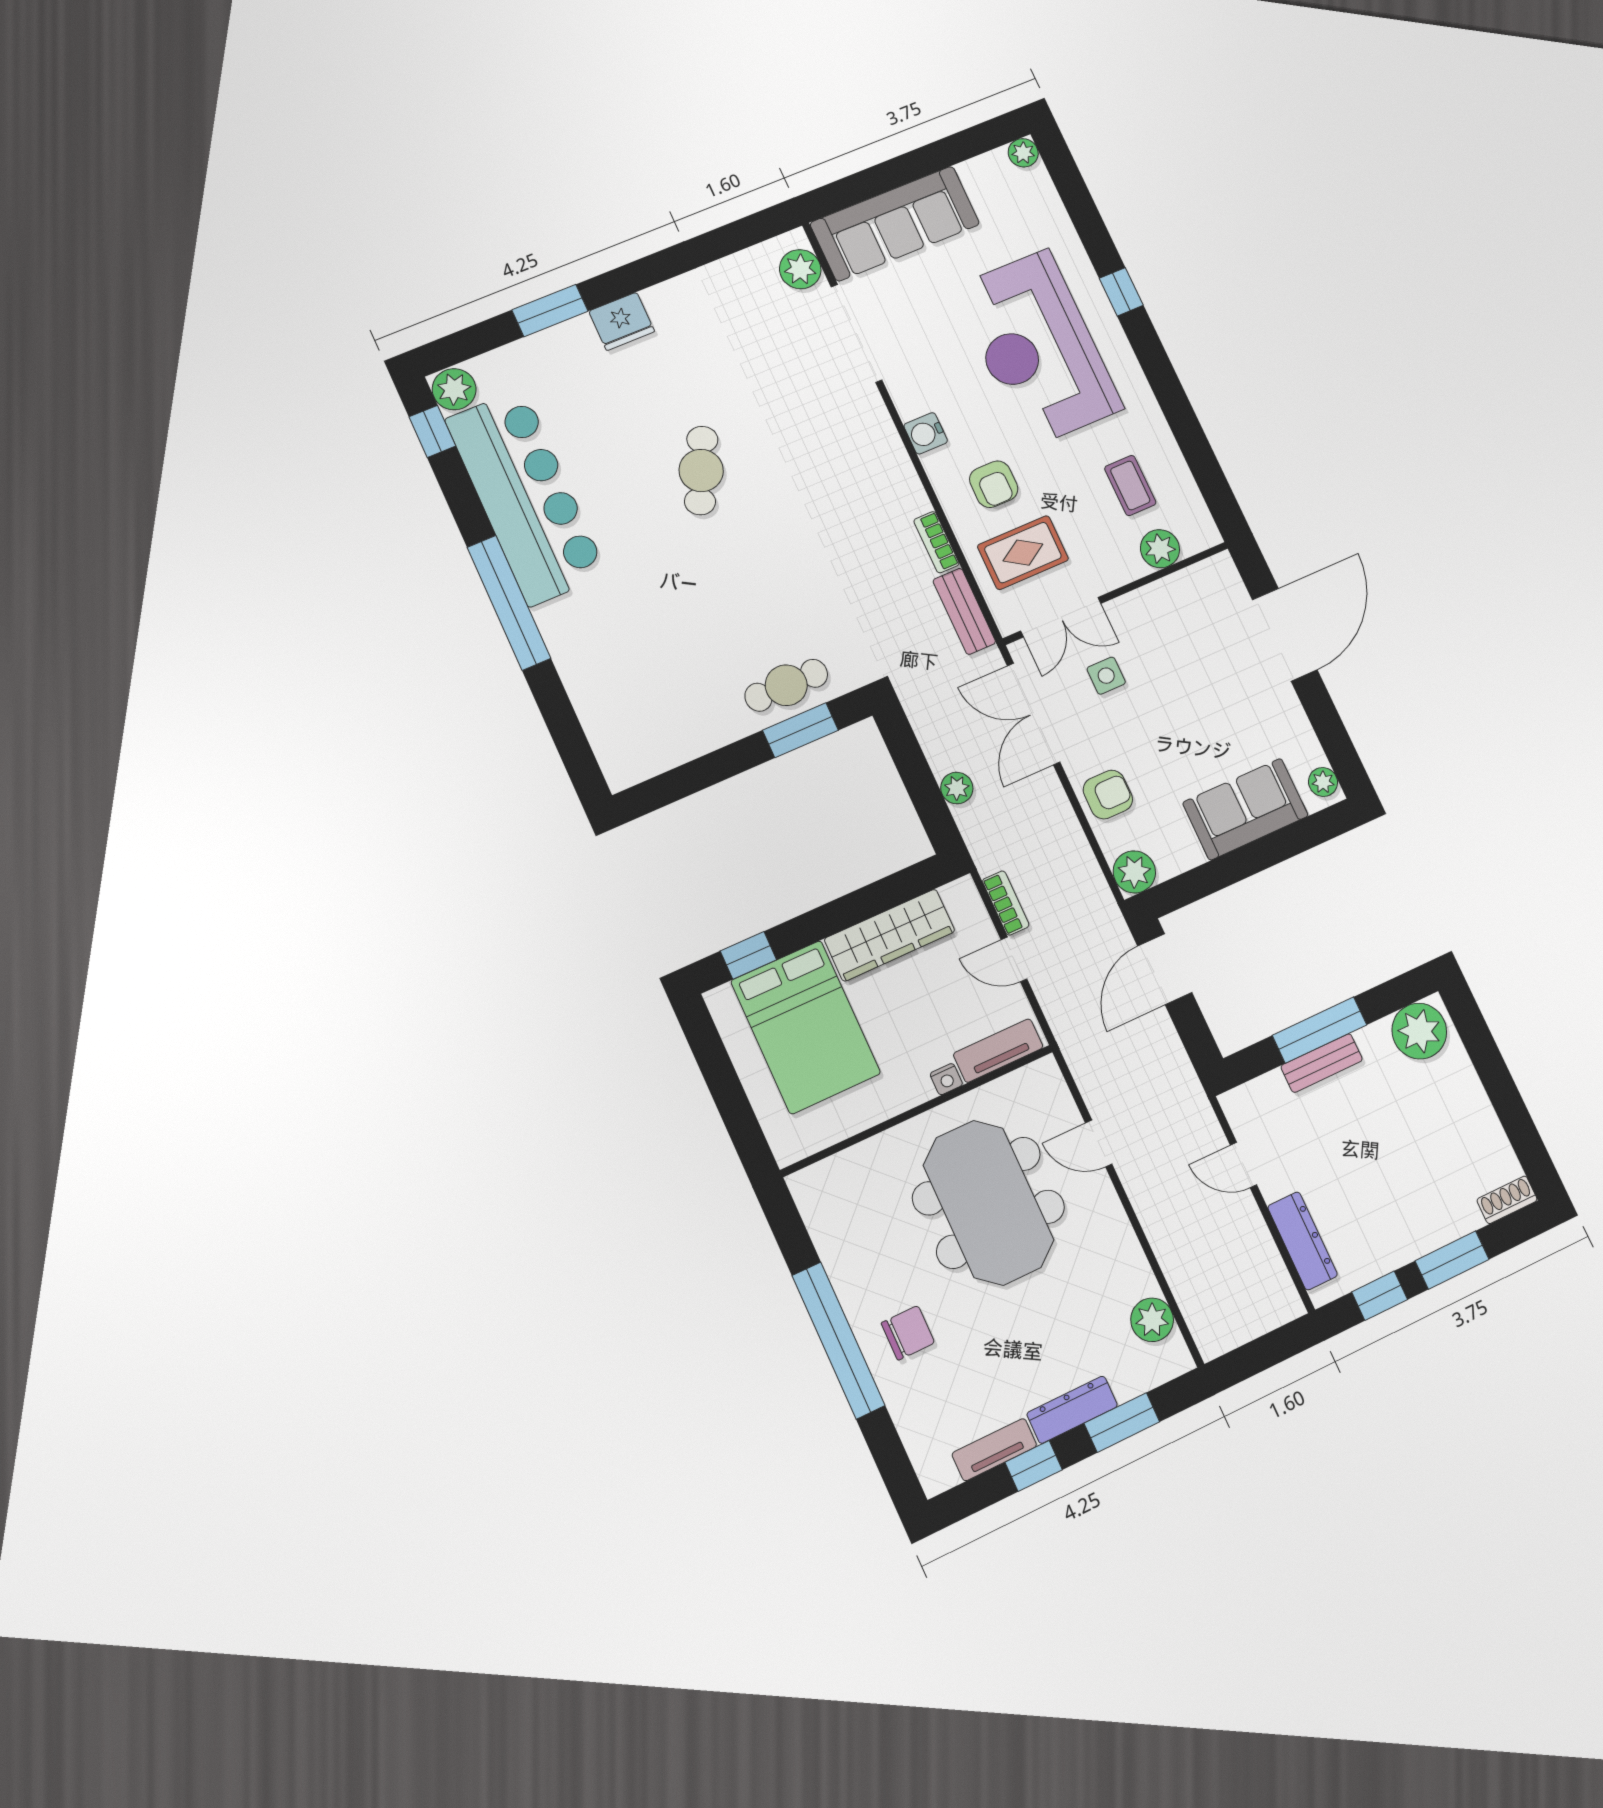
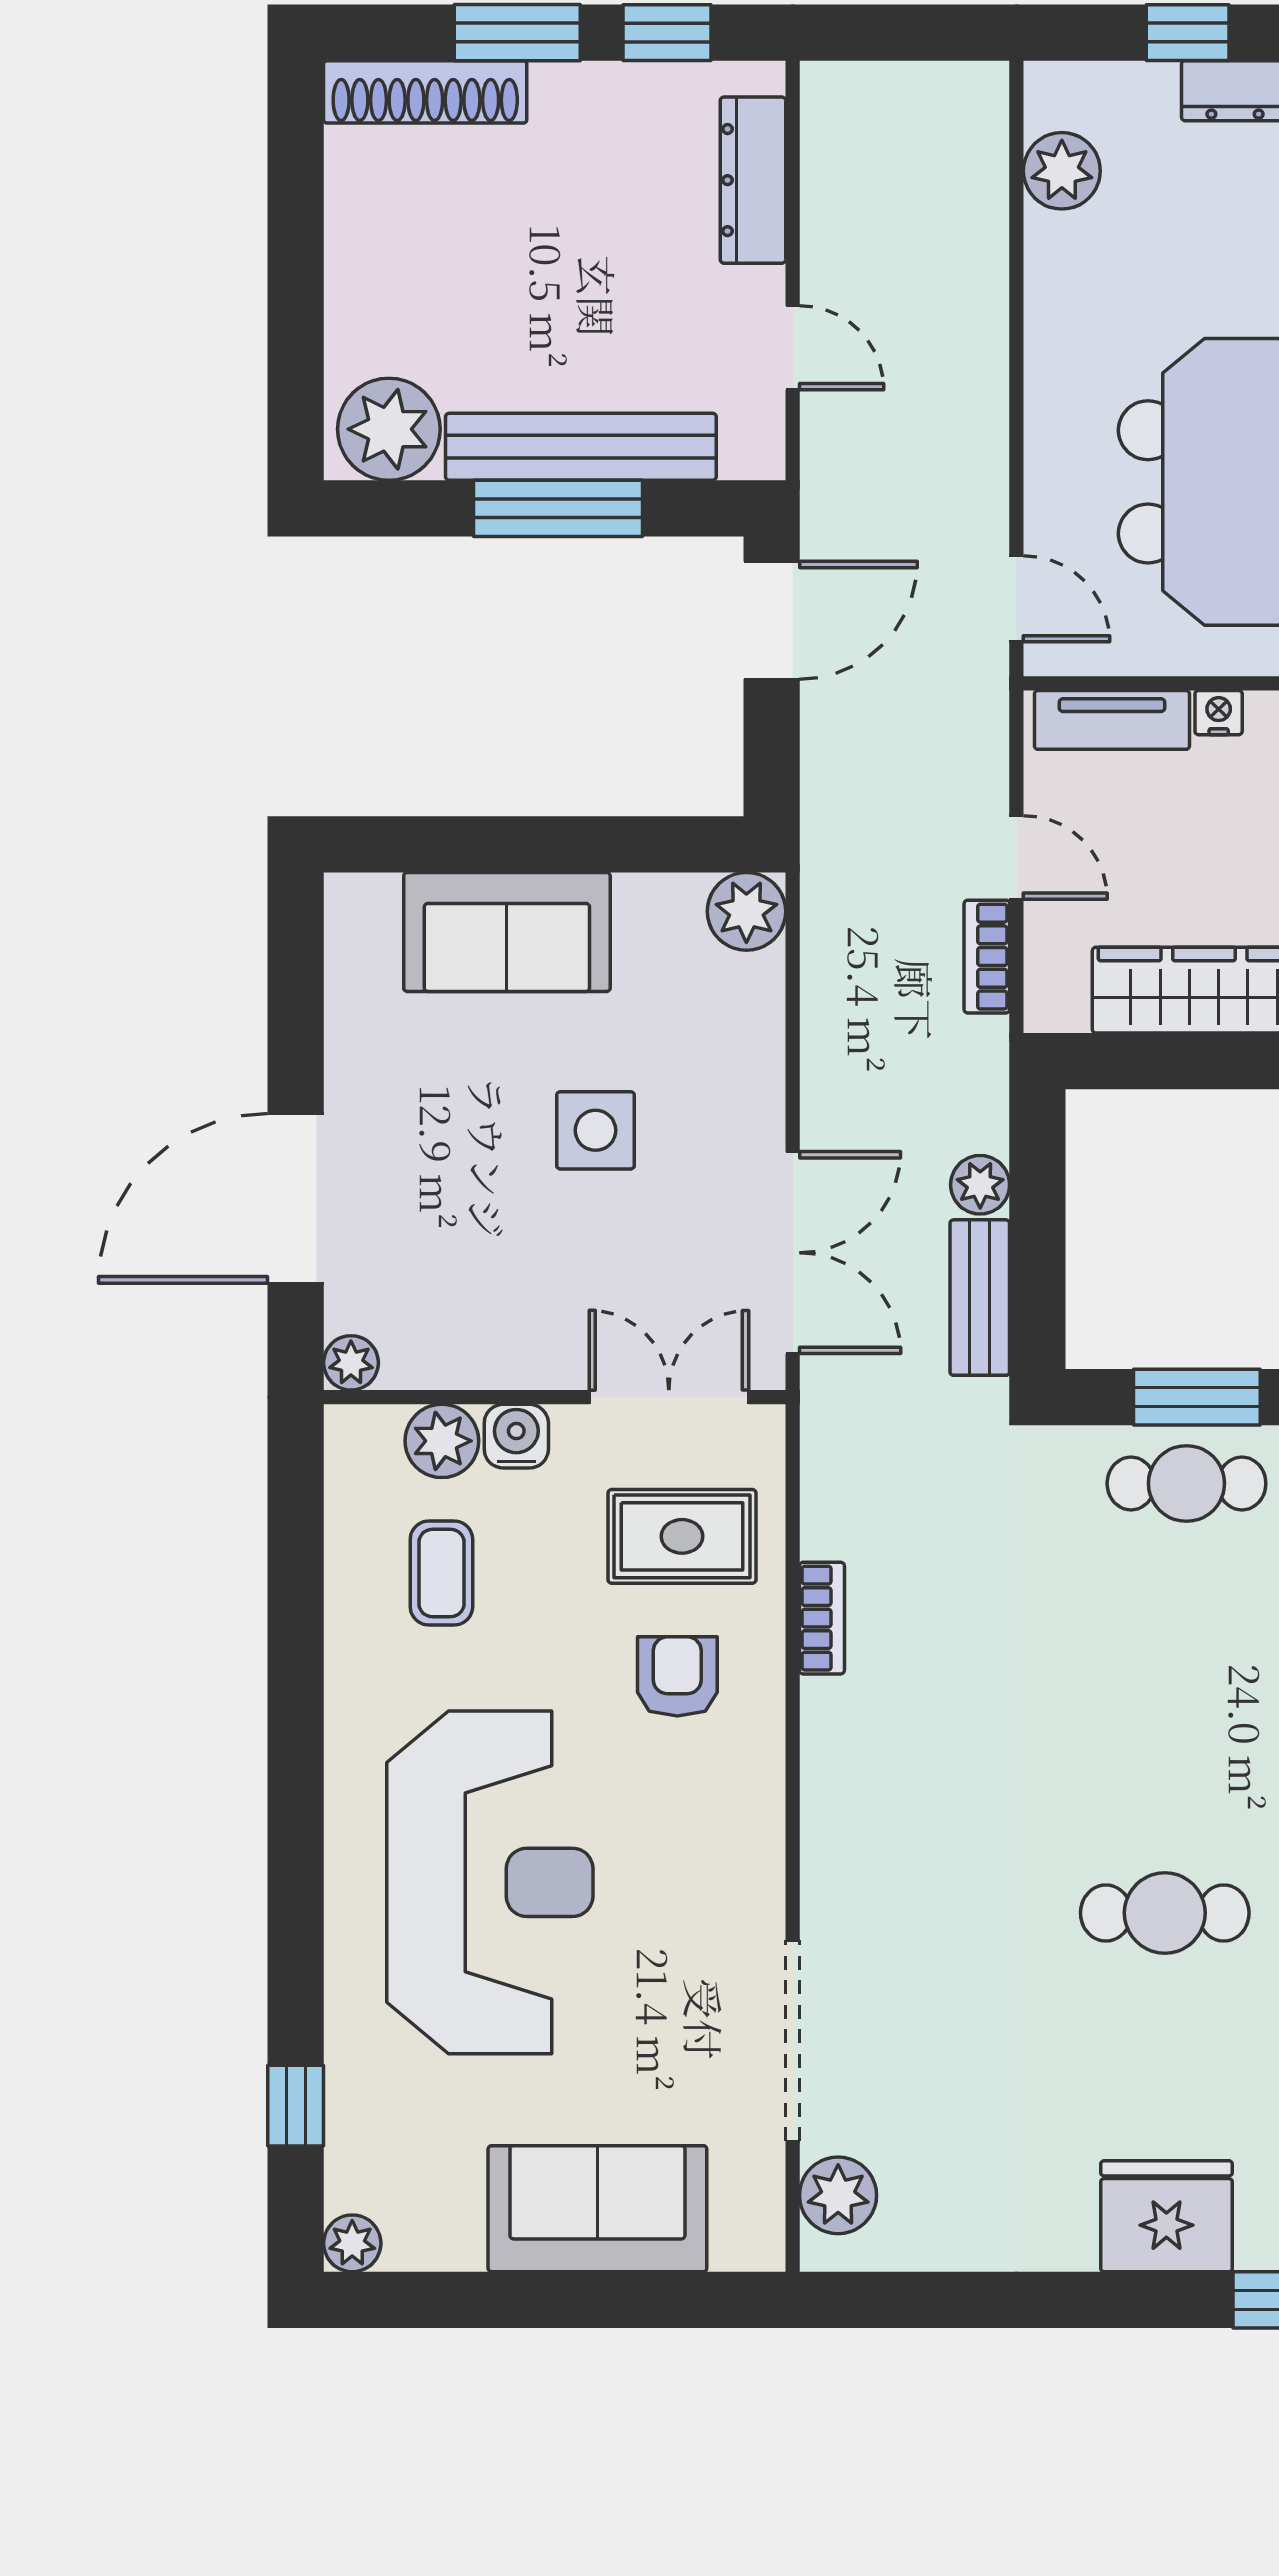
sofa: (895, 224) -> (597, 2209), width x0.73
window: (1121, 292) -> (296, 2106), moved
fridge: (622, 321) -> (1166, 2216), width x1.36, depth x1.34
water cooler: (926, 433) -> (516, 1436), moved, turned -90
cafe table: (701, 471) -> (1165, 1913), turned 64
bench: (964, 611) -> (980, 1298), moved
side table: (1106, 676) -> (595, 1130), moved, width x1.37, depth x1.37
plant: (1323, 782) -> (351, 1363), moved
armchair: (1108, 795) -> (730, 1061), removed
door: (1165, 969) -> (772, 620), moved
bench: (1322, 1063) -> (581, 447), width x1.86, depth x1.21
door: (1099, 1143) -> (1016, 599), moved
shoe rack: (1507, 1200) -> (425, 92), width x1.94, depth x1.24
window: (1122, 1423) -> (1188, 33), width x0.67

